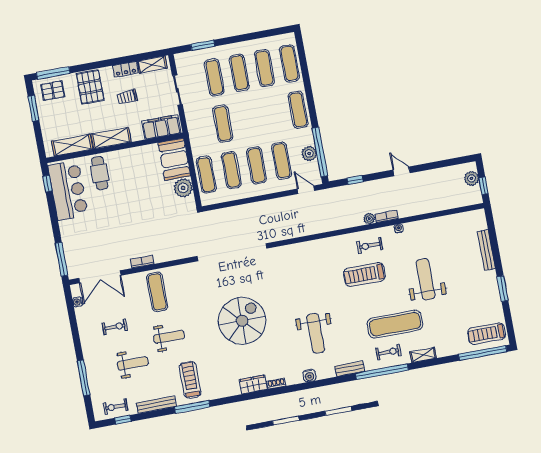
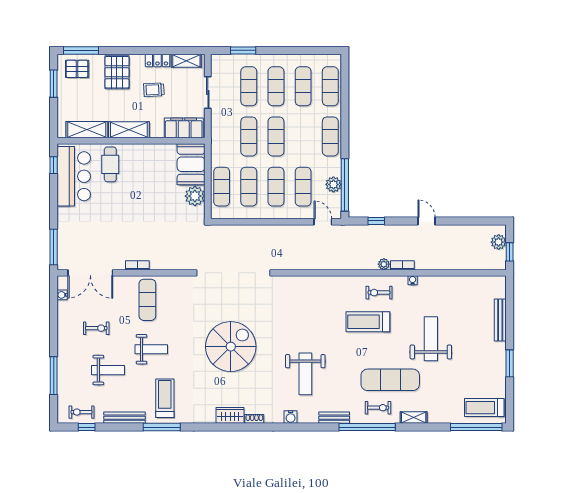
exercise mat: (248, 119) -> (276, 136), added

